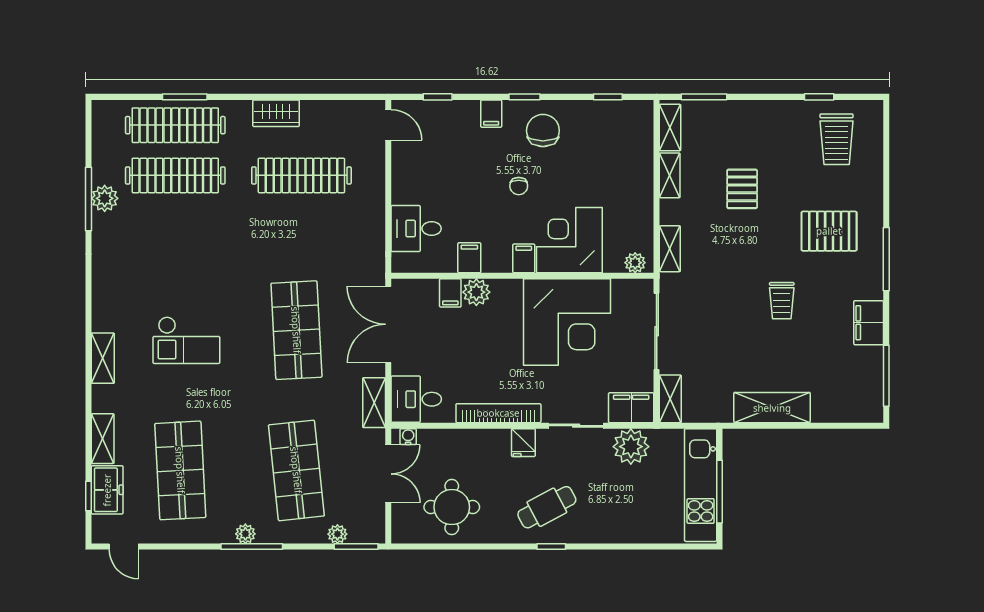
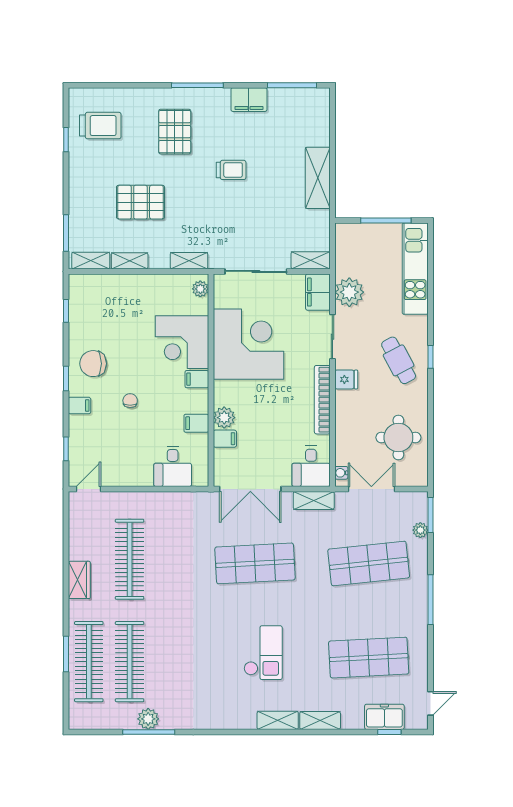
chair: (519, 186) -> (130, 401), moved, turned -90
pallet: (742, 189) -> (140, 202), width x1.50, depth x1.42
shelving: (103, 439) -> (320, 721), moved
kitchen unit: (701, 485) -> (415, 269), moved, turned 90
plant: (245, 534) -> (420, 605), removed

